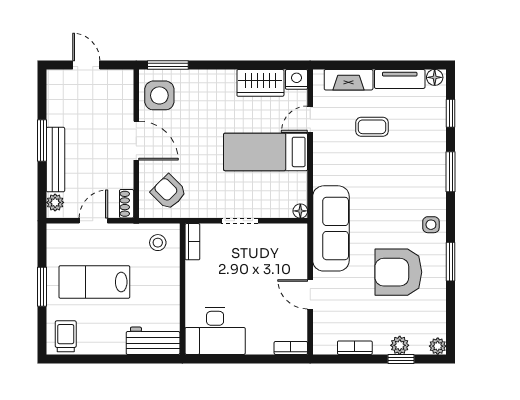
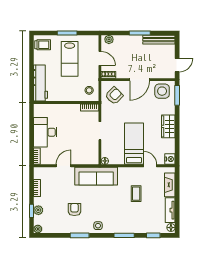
door: (86, 65) -> (177, 65), moved
wardrobe: (260, 83) -> (168, 126), moved
coffee table: (372, 127) -> (136, 194), moved
bench: (55, 160) -> (159, 40), moved
armchair: (398, 272) -> (74, 209), width x0.53, depth x0.53
lab bench: (94, 282) -> (70, 59), turned 180
desk: (215, 331) -> (45, 132), moved
workbench: (153, 341) -> (40, 83), width x1.37

